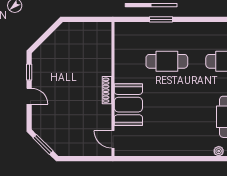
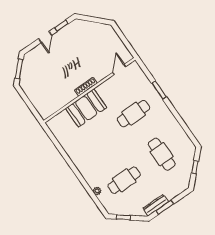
cafe table: (167, 61) -> (133, 114), turned 90
door: (113, 139) -> (119, 69), moved

